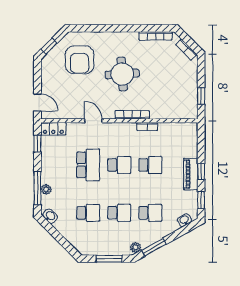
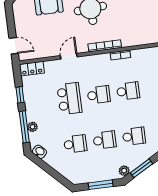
door: (93, 121) -> (69, 56), hinge flipped
window: (37, 144) -> (20, 95), moved

